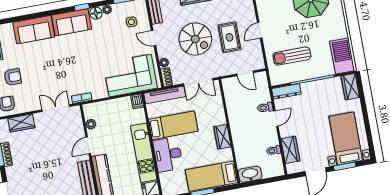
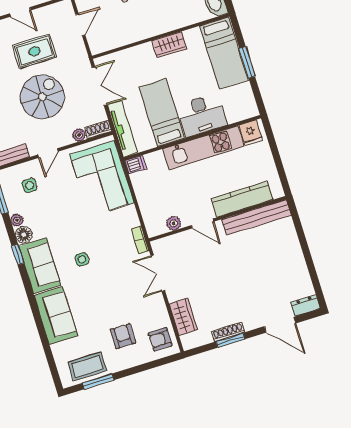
side table: (73, 54) -> (82, 259), added

